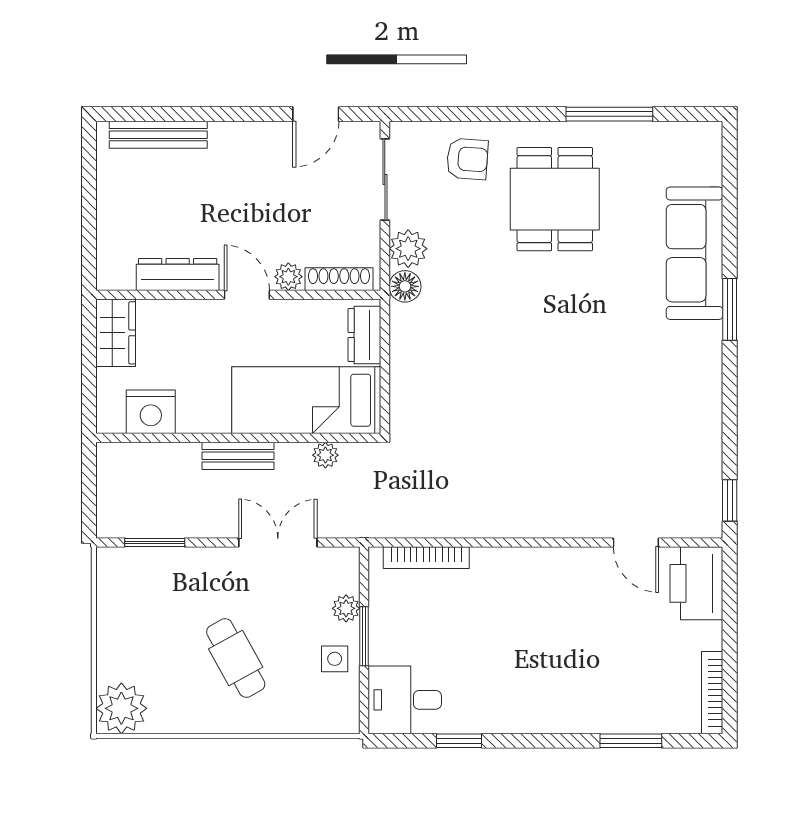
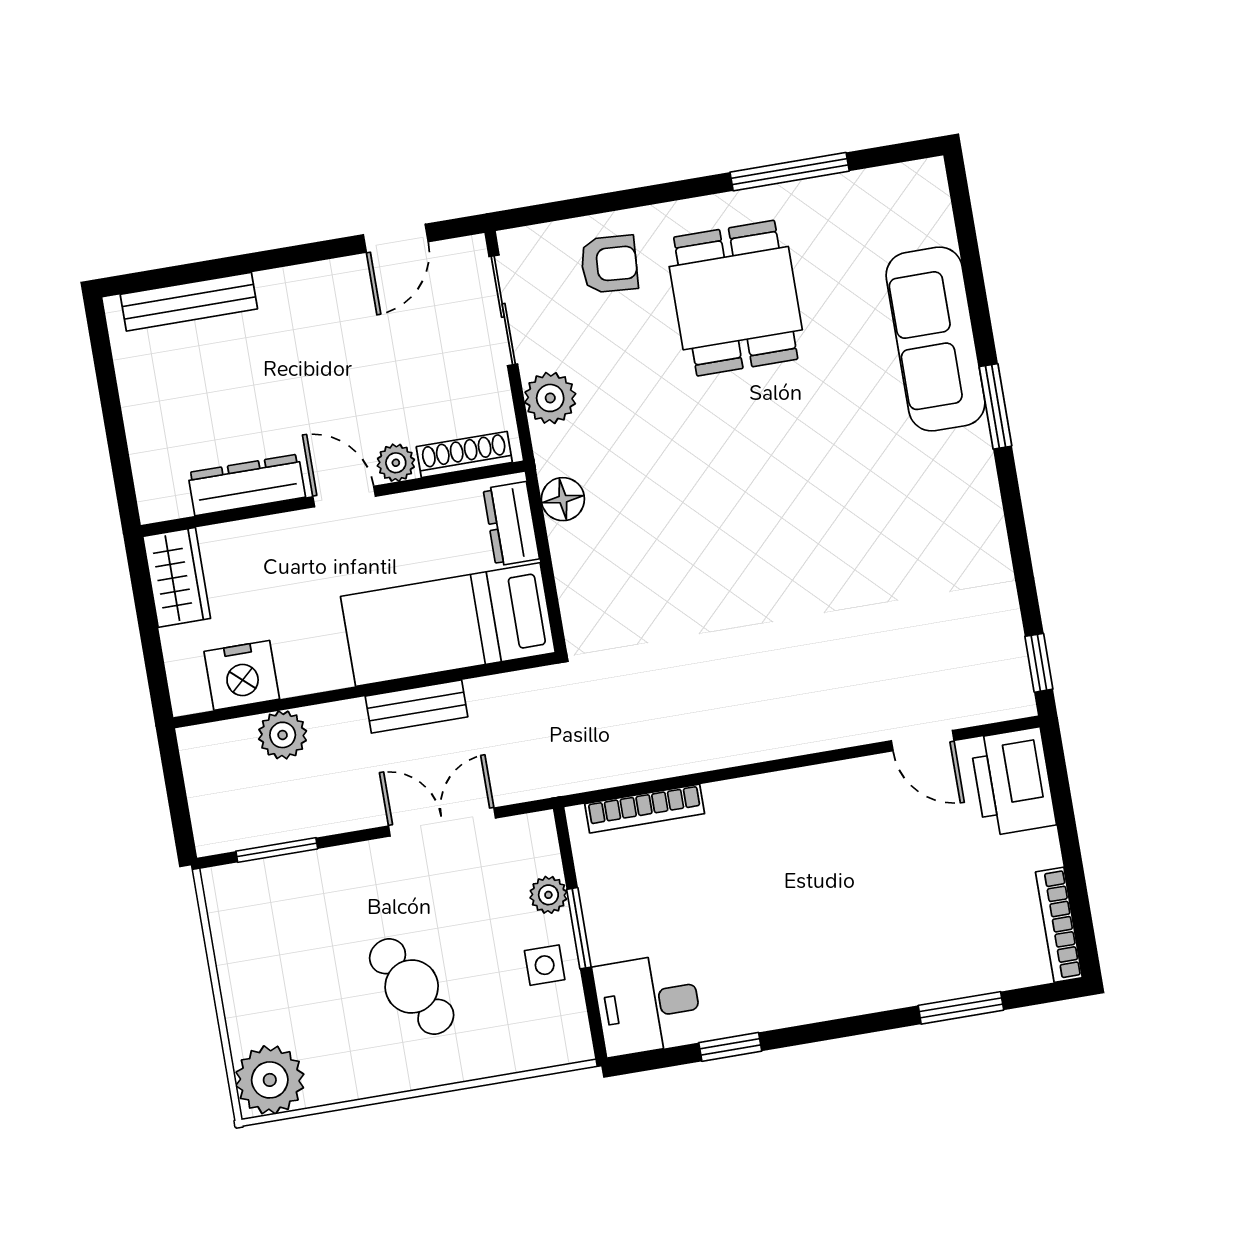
floor lamp: (405, 286) -> (563, 499), moved
plant: (325, 455) -> (283, 735), moved, width x1.38, depth x1.38
bench: (238, 456) -> (417, 707), moved

